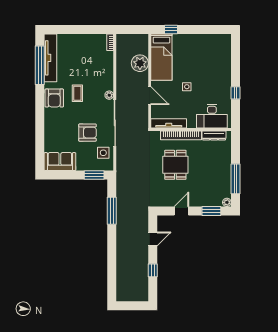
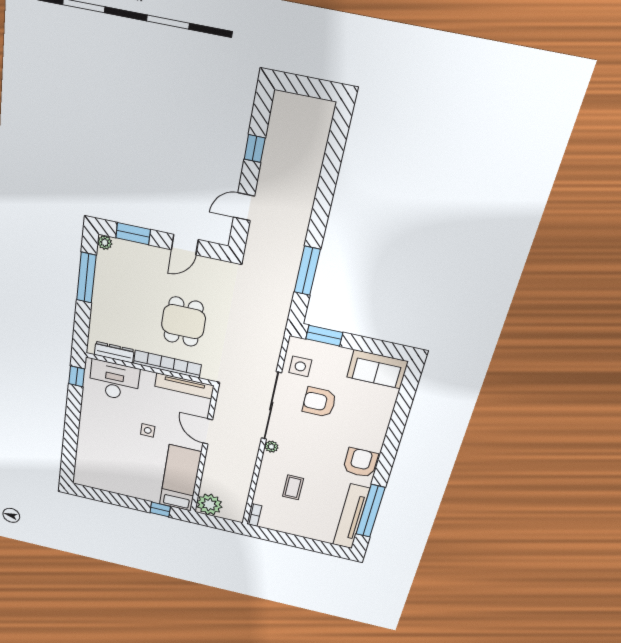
plant: (140, 63) -> (209, 504), moved
coffee table: (77, 93) -> (293, 487), moved
window: (236, 93) -> (77, 376), moved

